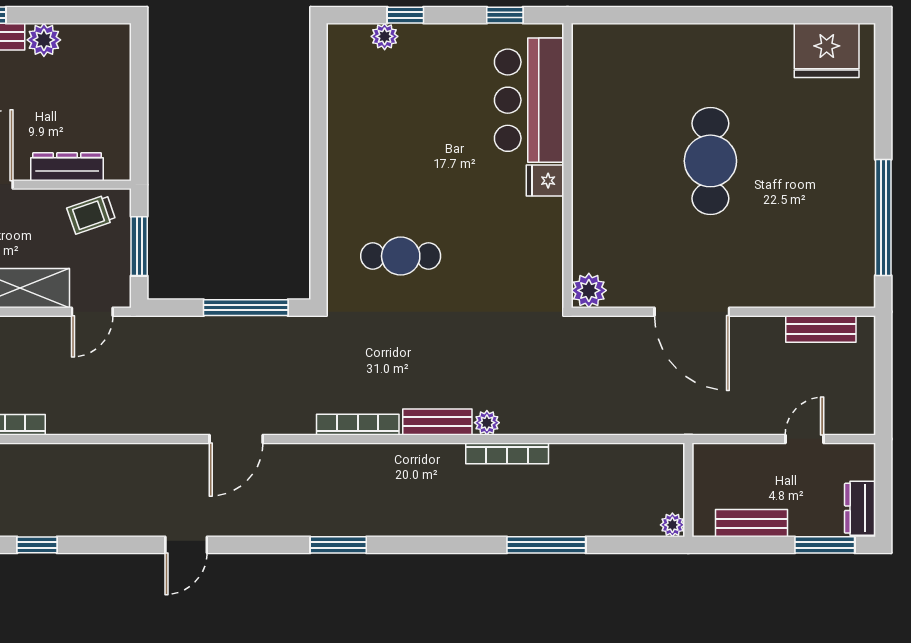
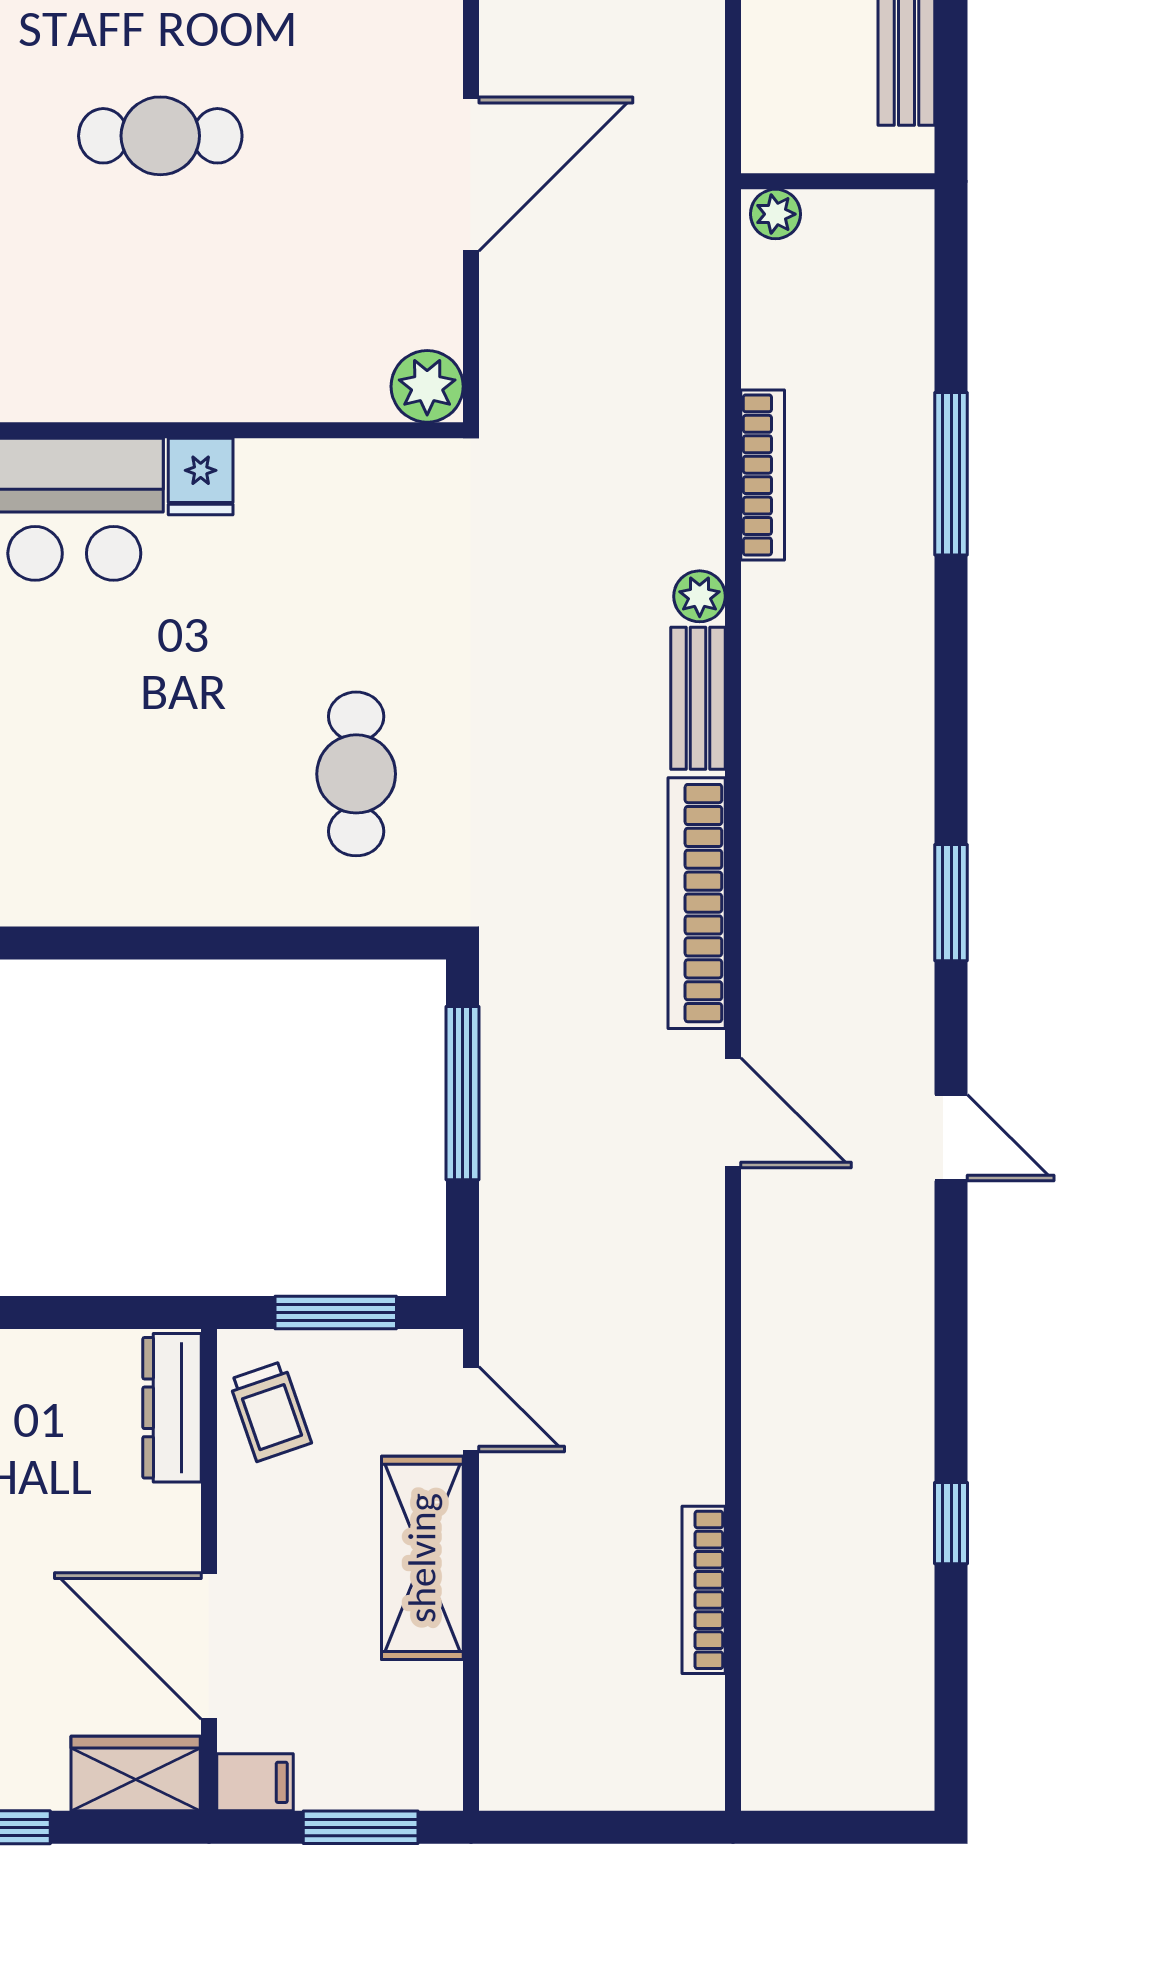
cafe table: (710, 161) -> (160, 136), width x0.73, depth x0.74
dresser: (67, 167) -> (172, 1408), moved
bookcase: (358, 425) -> (697, 903), width x1.48, depth x1.31
bookcase: (507, 453) -> (763, 475), moved
plant: (672, 525) -> (776, 214), moved
door: (186, 545) -> (951, 1138), moved

